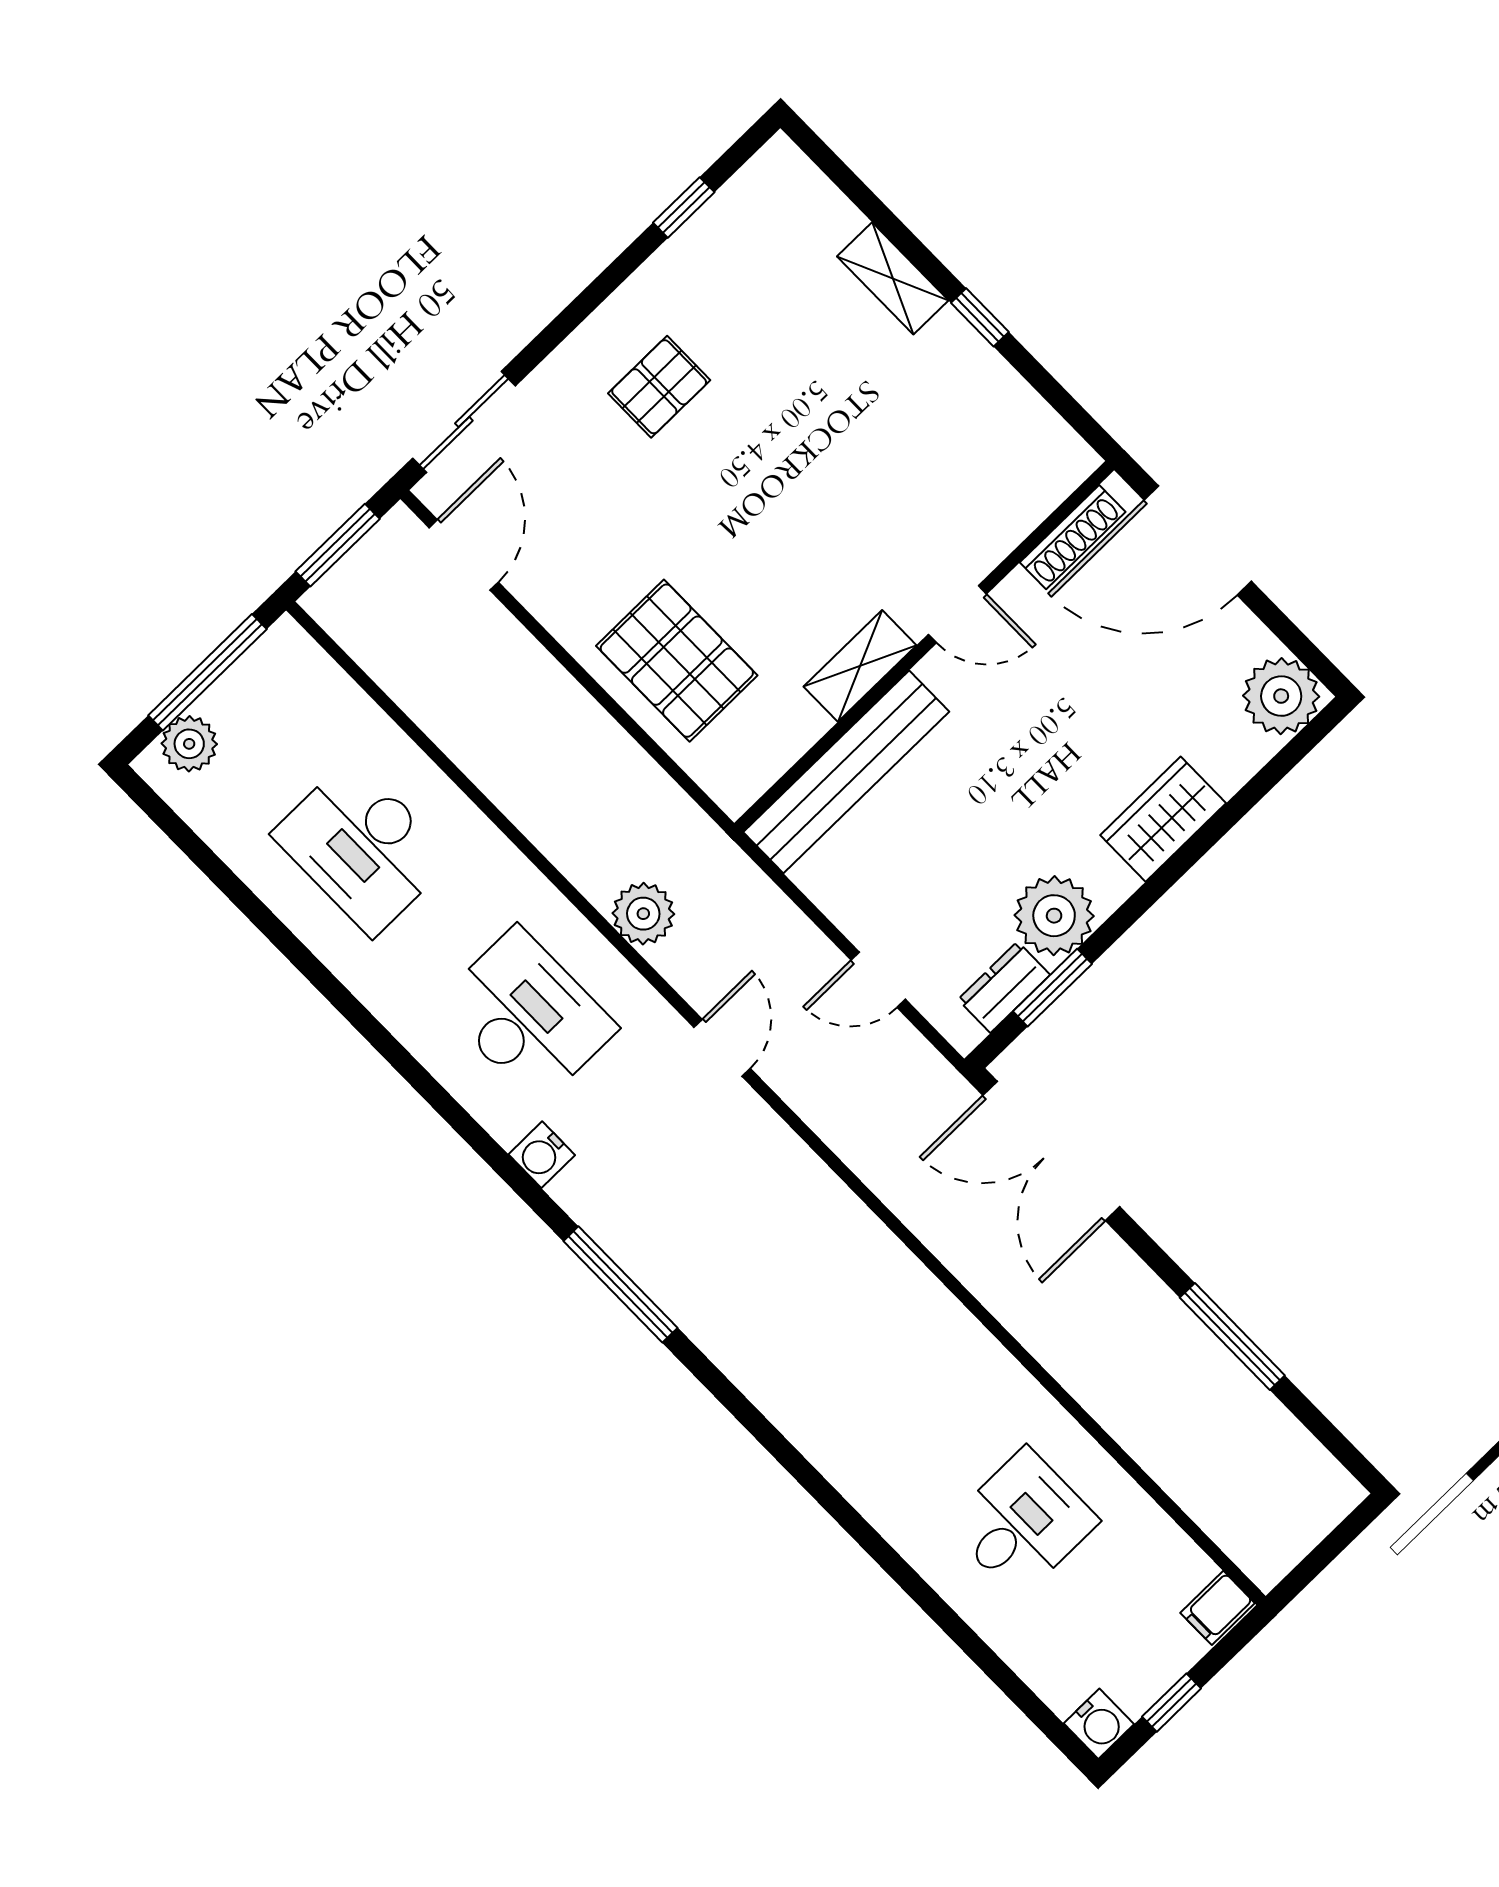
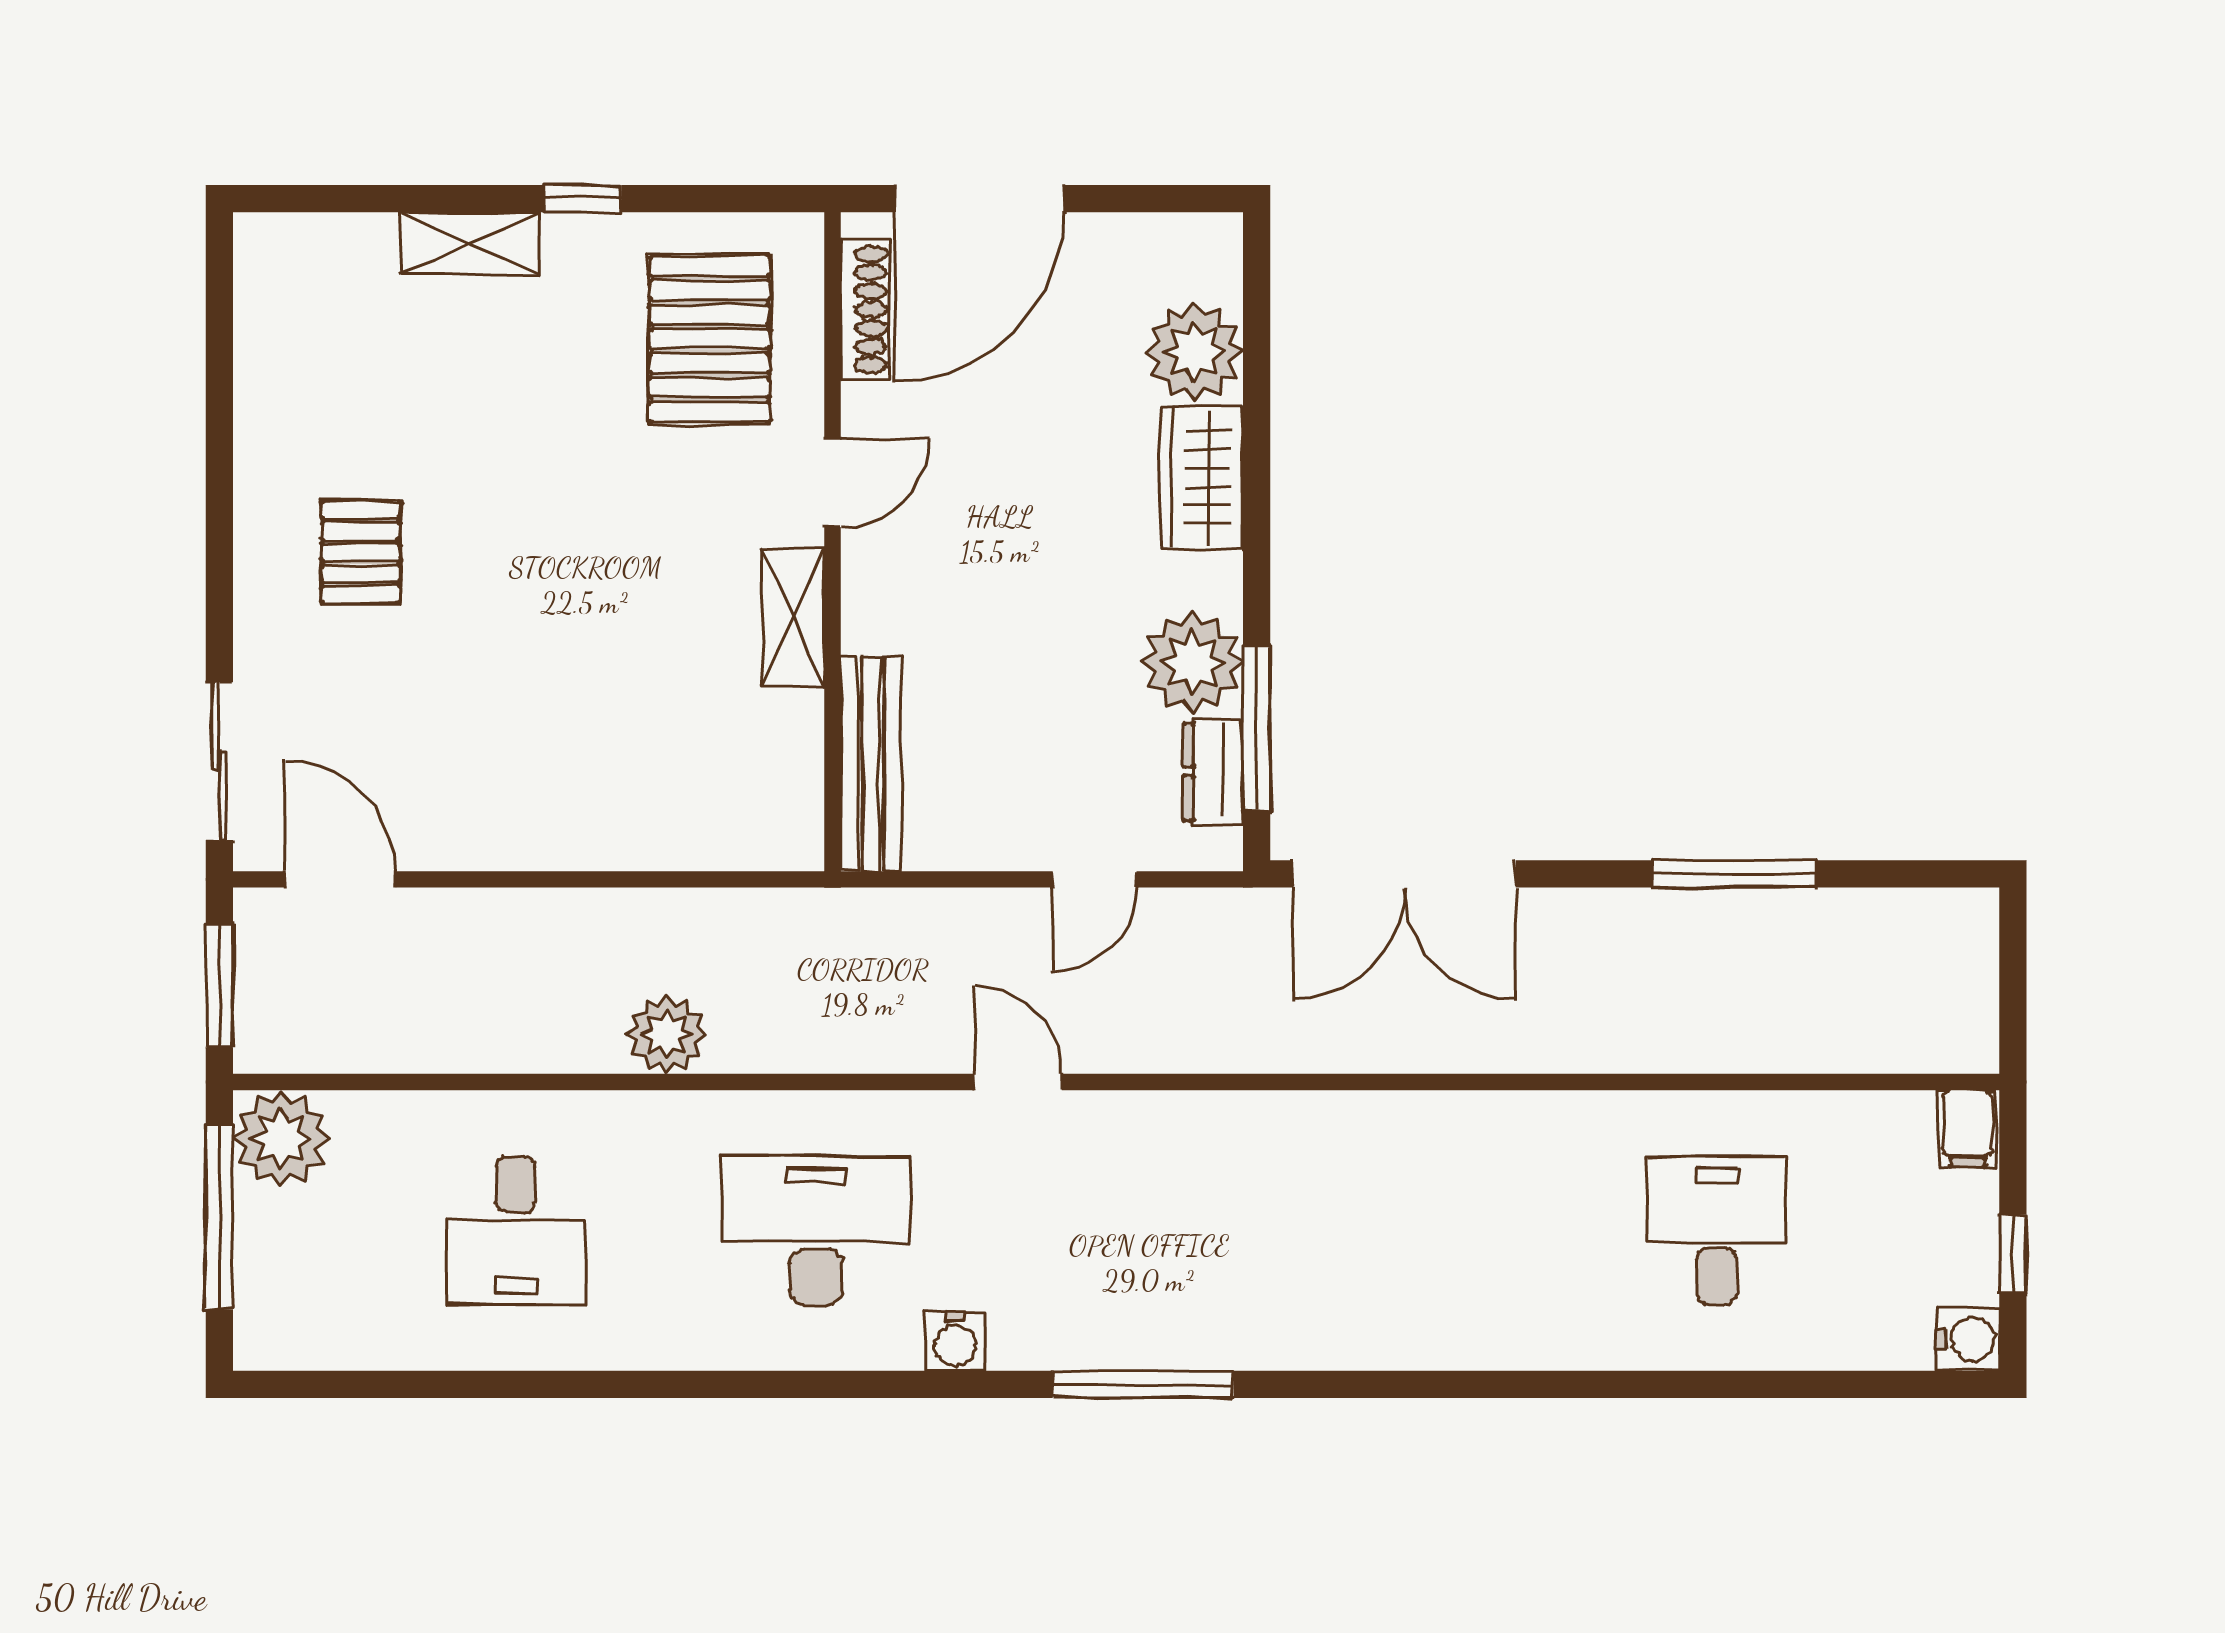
window: (684, 207) -> (219, 371), removed
pallet: (677, 661) -> (709, 339), moved, turned 90
plant: (1281, 696) -> (1194, 352), moved
plant: (189, 744) -> (281, 1138), moved, width x1.36, depth x1.36
bench: (846, 772) -> (871, 763), width x0.73, depth x0.82
desk: (362, 847) -> (515, 1231), width x0.73
plant: (643, 914) -> (667, 1034), moved
window: (1052, 988) -> (1257, 728), width x1.44

